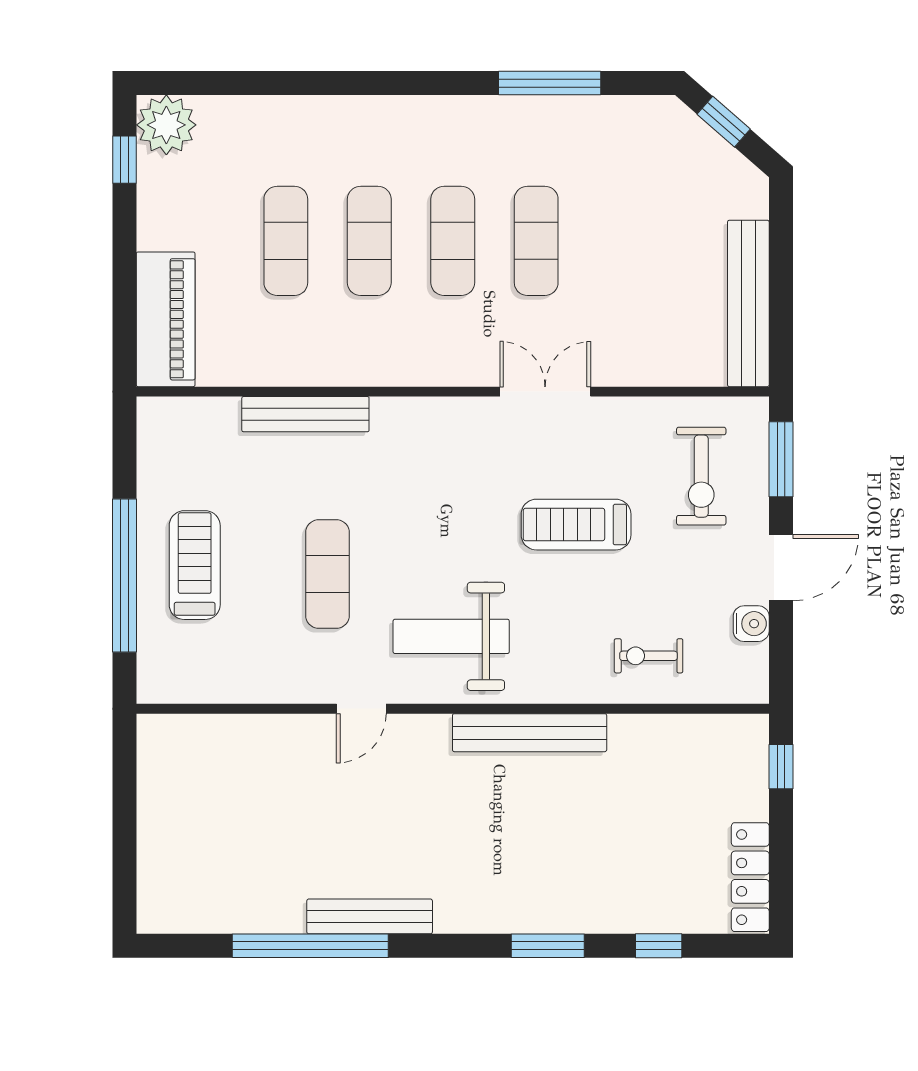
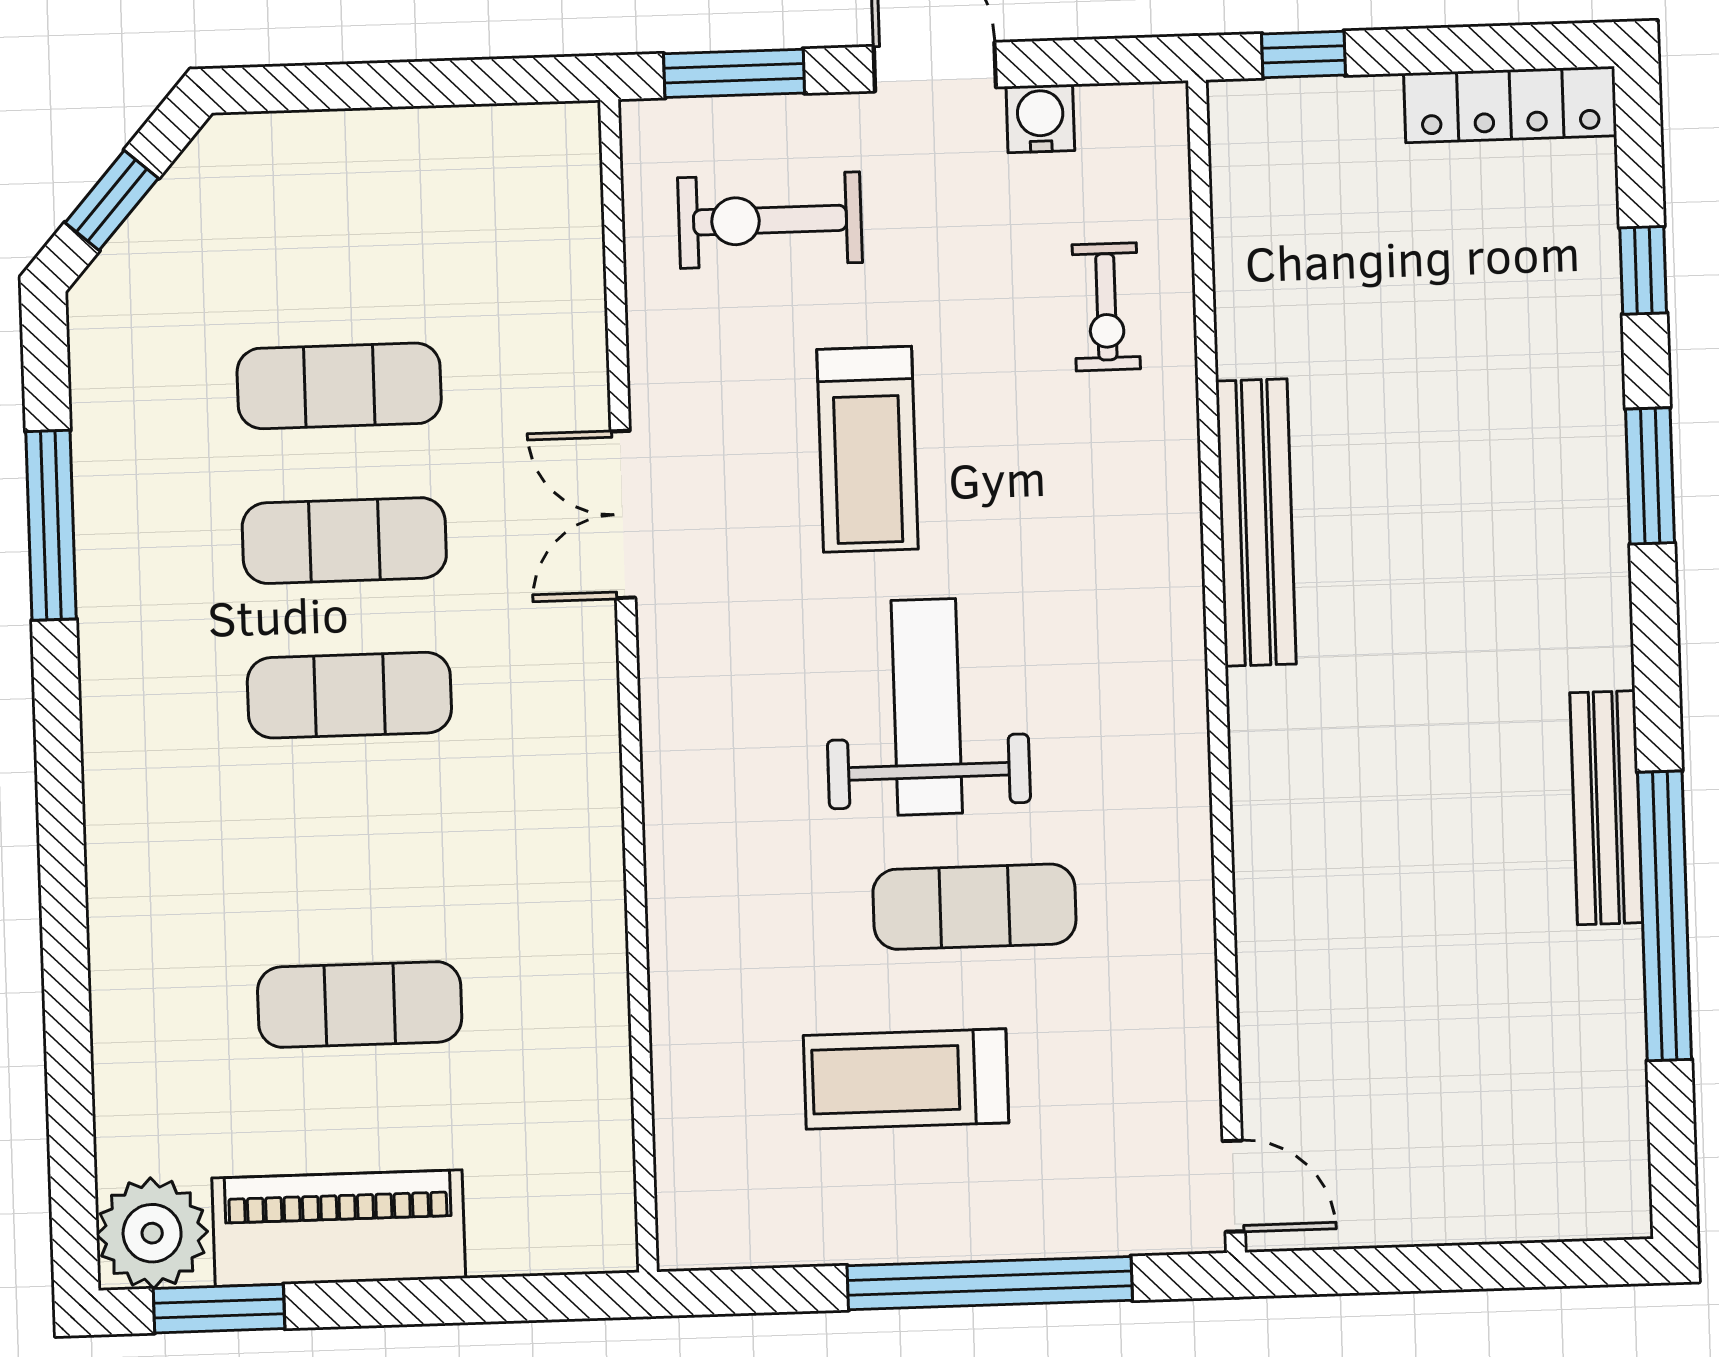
window: (124, 160) -> (219, 1309), width x1.50
exercise mat: (369, 241) -> (339, 386), moved
bench: (748, 303) -> (447, 143), removed
piano: (166, 319) -> (339, 1228), moved
bench: (305, 414) -> (679, 957), removed
exercise bike: (701, 476) -> (770, 220), turned 180
treadmill: (195, 565) -> (906, 1079), moved
weight bench: (451, 636) -> (927, 707), moved, turned 180
door: (361, 709) -> (1234, 1186), moved

